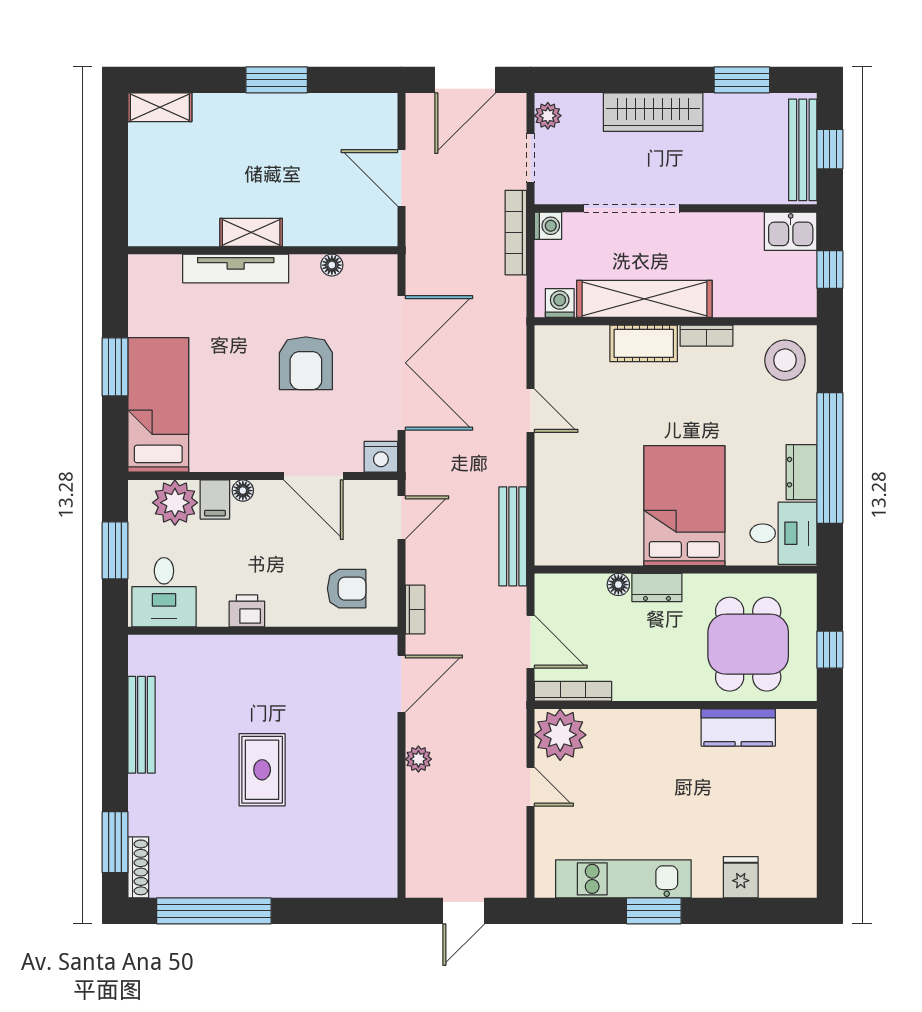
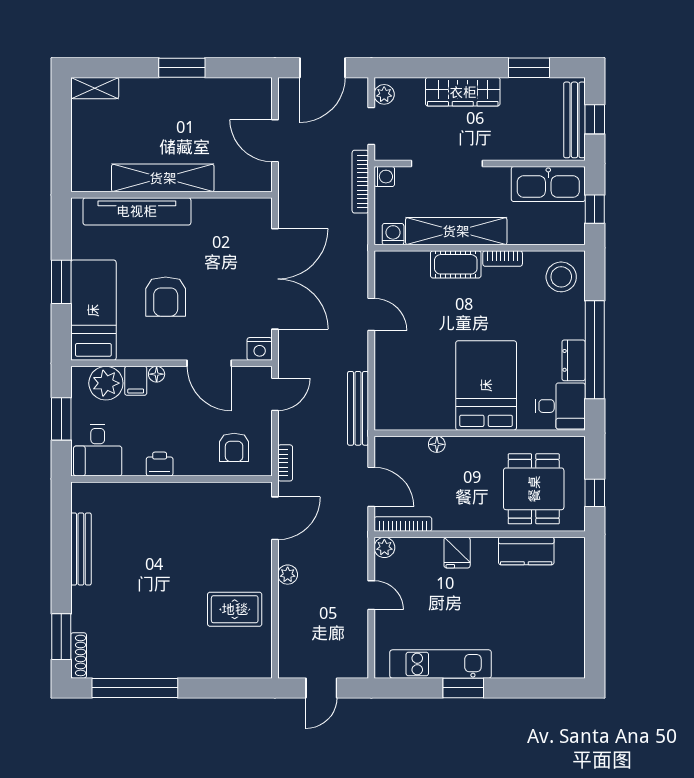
kitchen sink: (791, 231) -> (548, 184), width x1.88, depth x1.24
shelving: (251, 232) -> (163, 178), width x2.20, depth x1.33
floor lamp: (332, 265) -> (223, 206), removed
tv unit: (236, 268) -> (137, 211), width x1.36, depth x1.29
armchair: (306, 363) -> (166, 297), moved
dresser: (657, 587) -> (466, 447), removed
armchair: (347, 589) -> (234, 447), turned 90
plant: (560, 735) -> (384, 547), width x0.53, depth x0.53
rug: (262, 770) -> (235, 609), moved, turned 90
fridge: (741, 877) -> (457, 553), moved, turned 180

